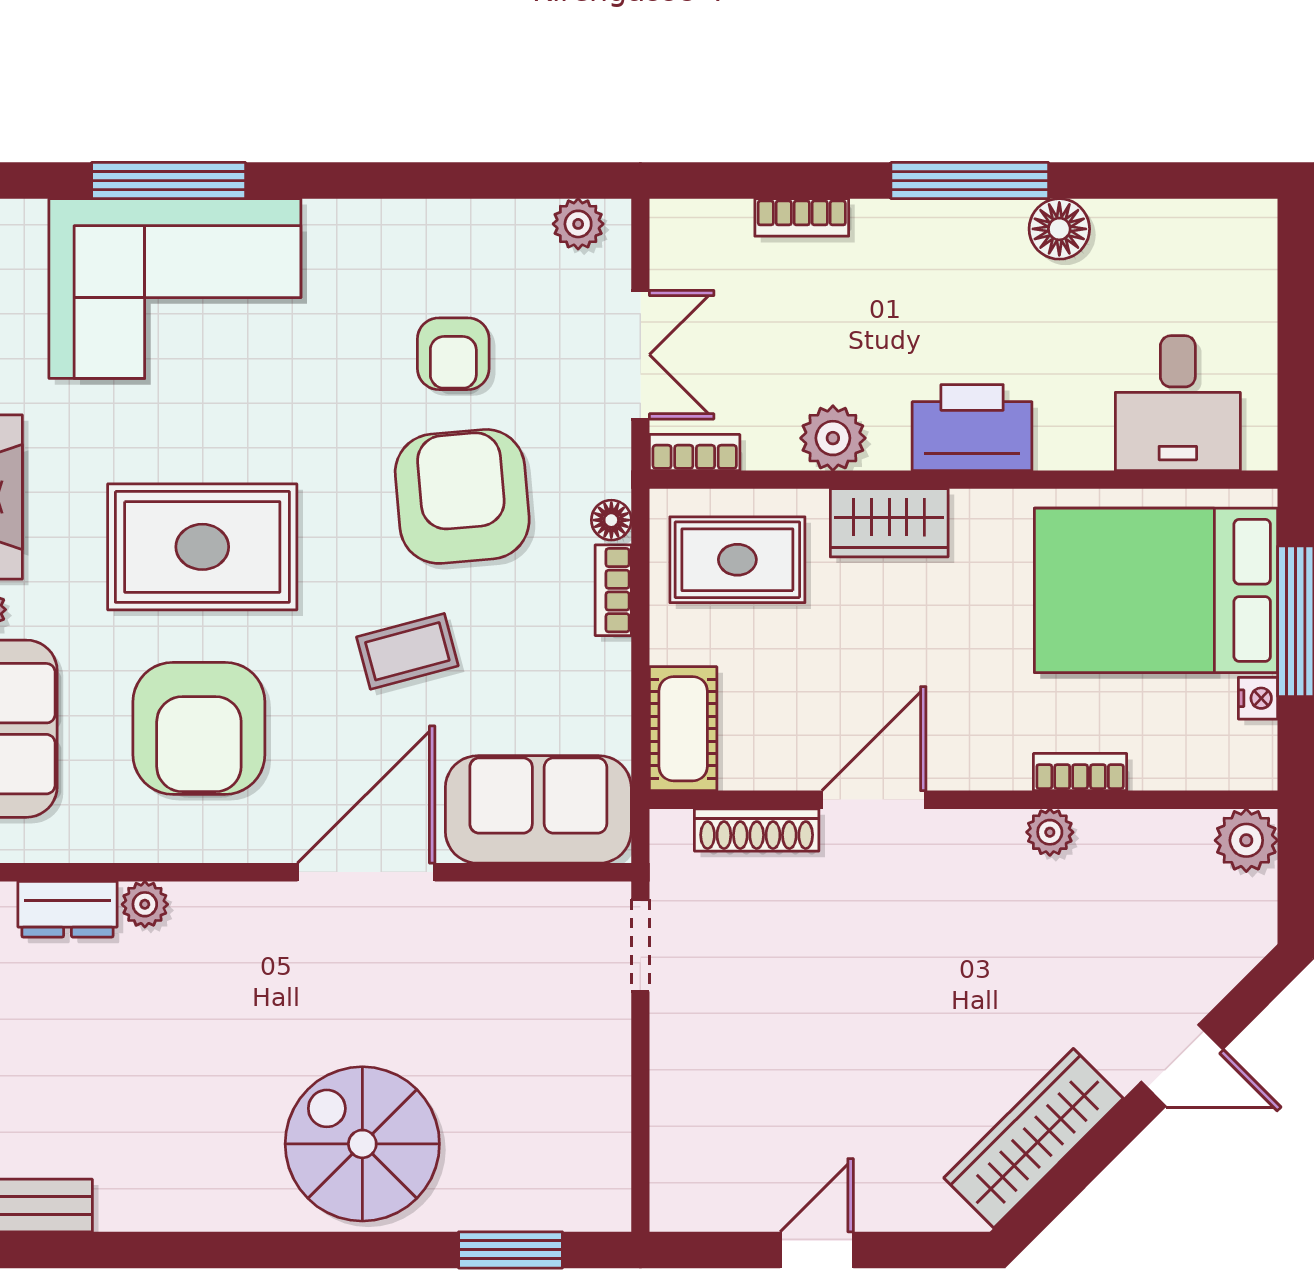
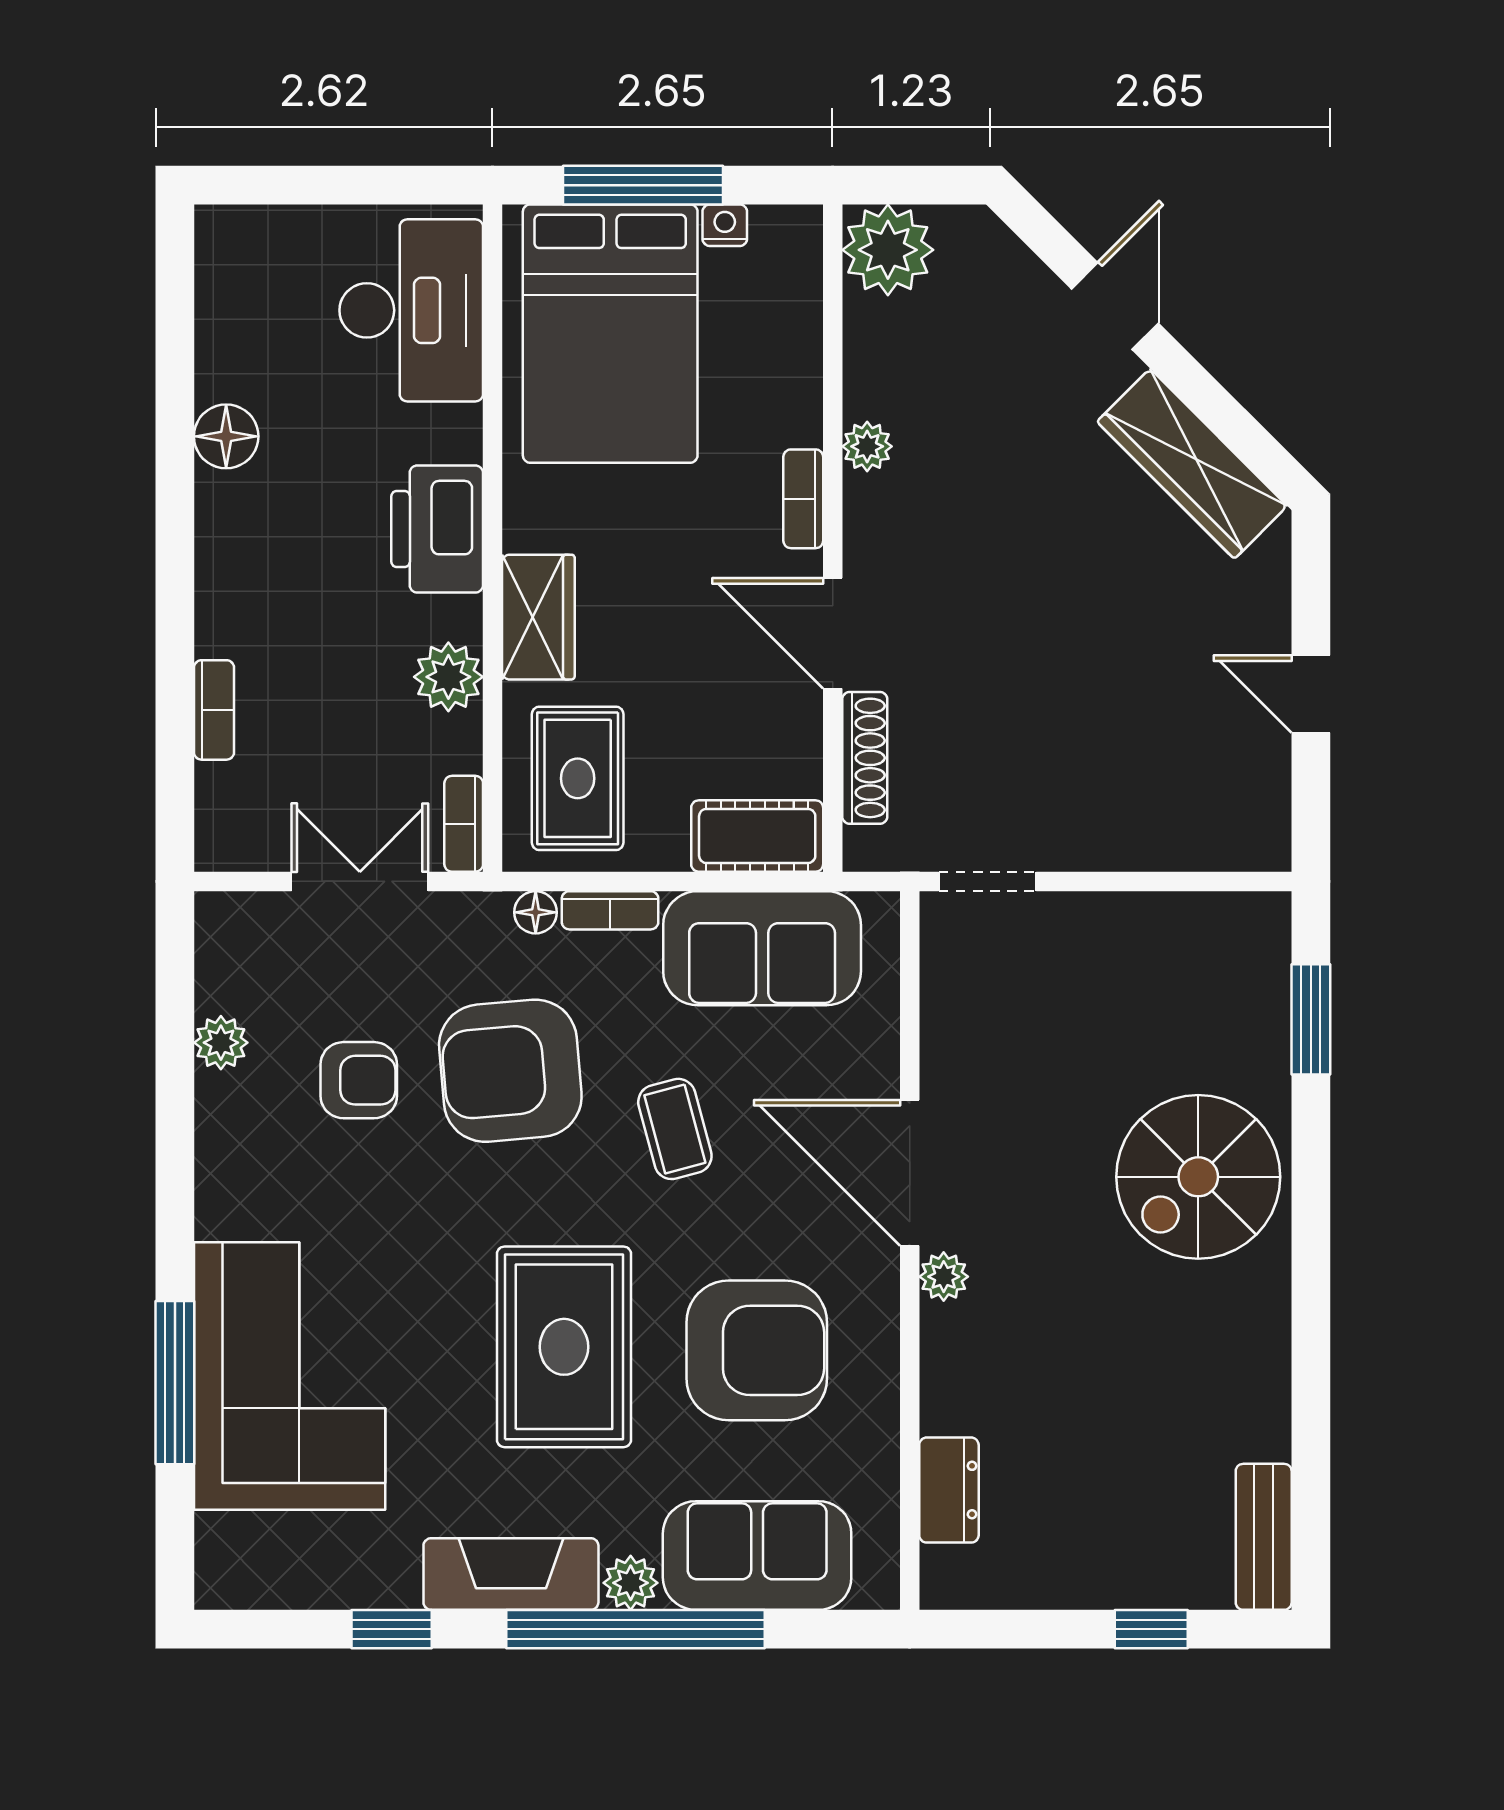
window: (970, 181) -> (175, 531), removed
plant: (578, 224) -> (221, 1043), moved
desk: (1178, 403) -> (411, 310), width x1.37
bookcase: (1080, 772) -> (803, 499), moved
sofa: (538, 809) -> (762, 948), moved, turned -90
plant: (1246, 840) -> (888, 250), width x1.36, depth x1.36
plant: (145, 904) -> (944, 1277), moved

